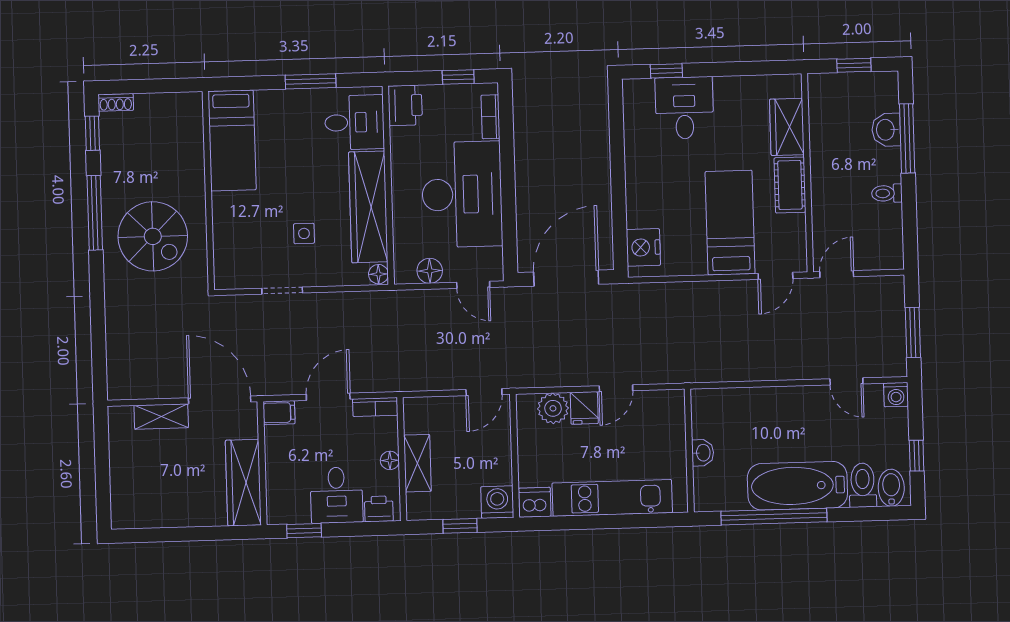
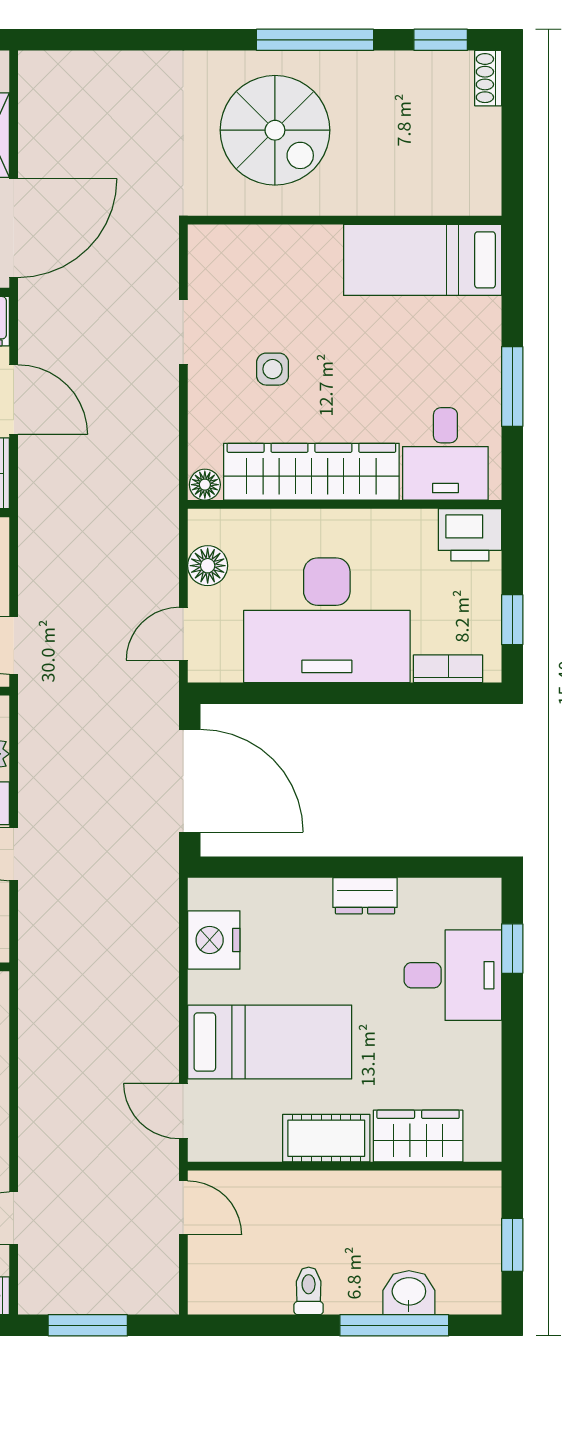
dresser: (636, 165) -> (365, 896), added
spiral stairs: (153, 236) -> (275, 130), turned -90
nightstand: (643, 247) -> (214, 940), moved, turned -90

